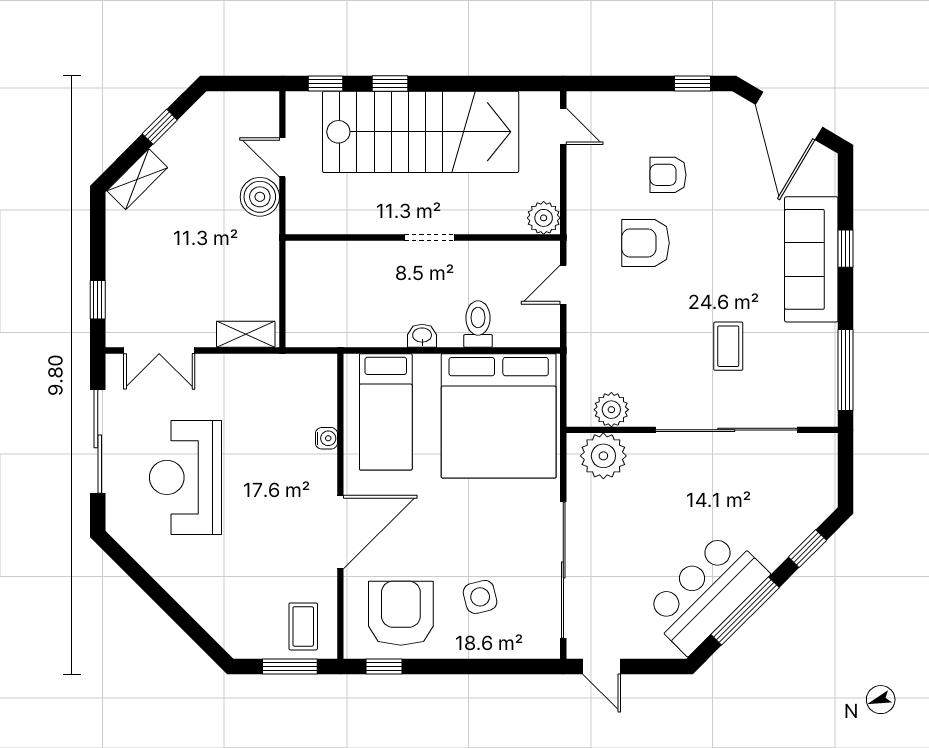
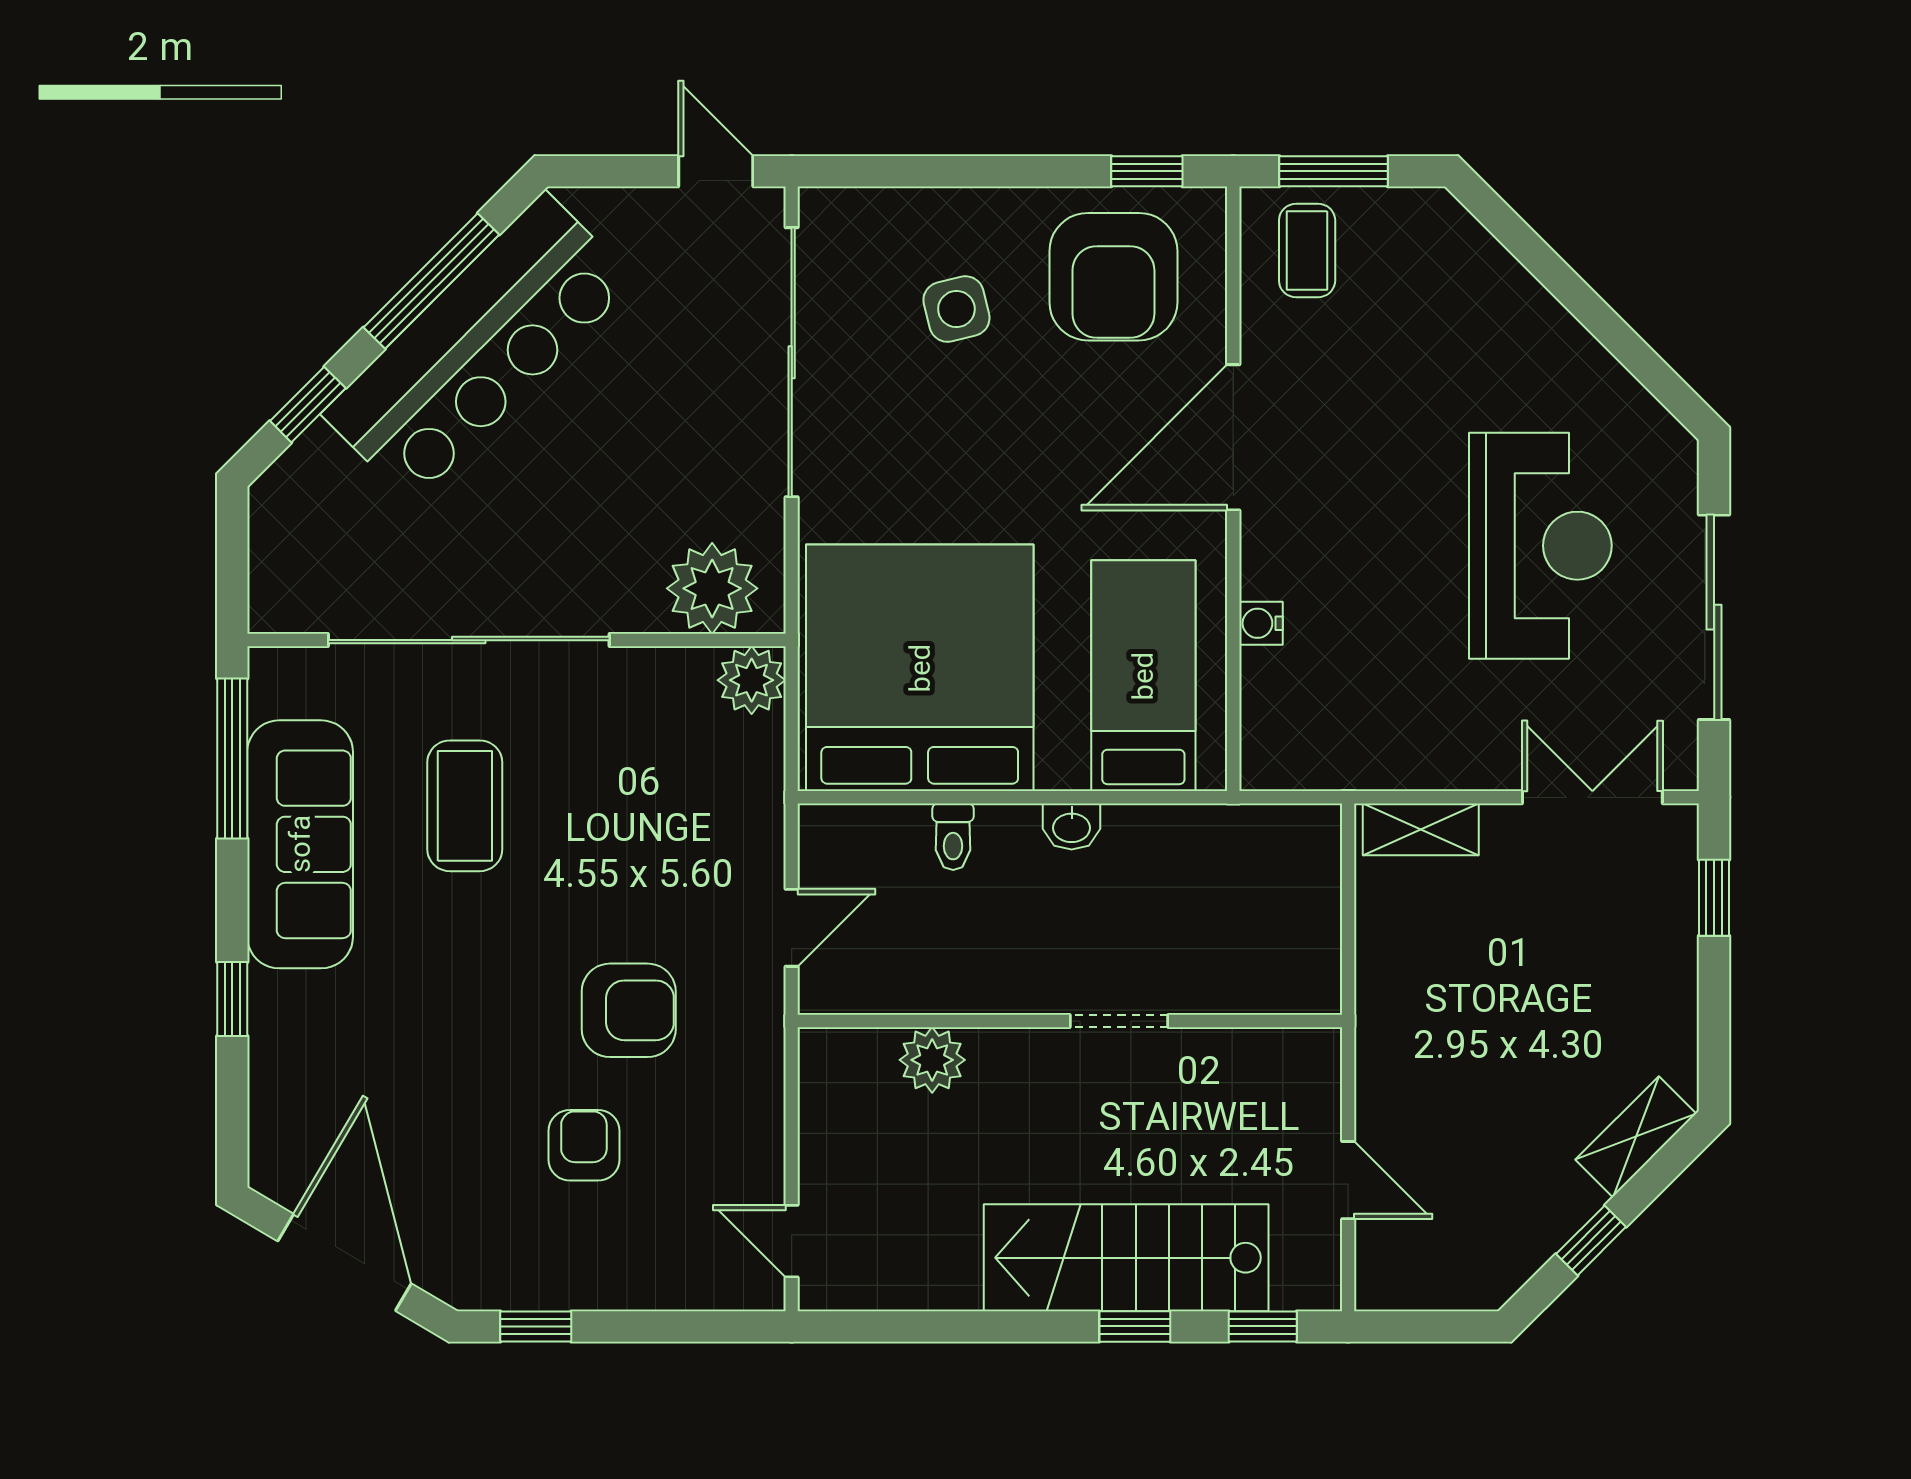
stairs: (421, 132) -> (1126, 1258), width x0.73, depth x0.66
armchair: (668, 175) -> (584, 1145), turned -90
boiler: (260, 197) -> (1393, 1102), removed
plant: (544, 218) -> (932, 1060), moved
doorway: (429, 238) -> (1119, 1021), moved
sofa: (811, 259) -> (300, 844), moved
toilet: (478, 324) -> (953, 837), width x0.73, depth x0.72
coffee table: (728, 346) -> (465, 806), width x1.36, depth x1.30
plant: (611, 410) -> (752, 680), moved
bar counter: (706, 593) -> (478, 347), width x1.36

